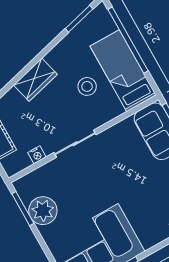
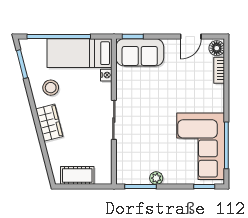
stool: (87, 86) -> (51, 88), moved
nightstand: (37, 155) -> (106, 75), moved
plant: (43, 211) -> (156, 178), width x0.53, depth x0.53

